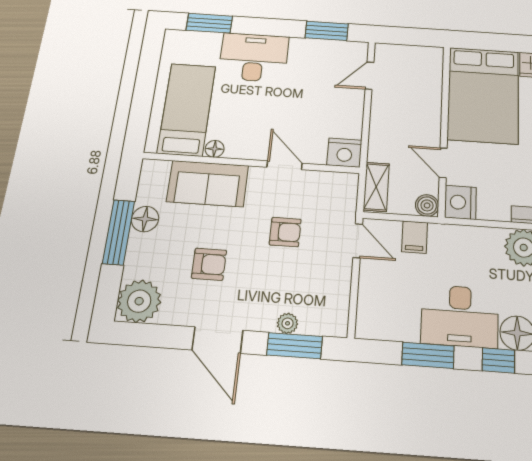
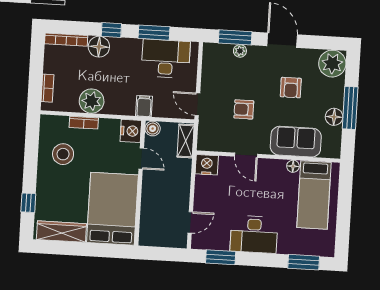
desk: (254, 57) -> (254, 234), moved
filing cabinet: (415, 237) -> (144, 106), moved
armchair: (209, 264) -> (291, 88), turned -90
desk: (460, 316) -> (166, 59), moved

